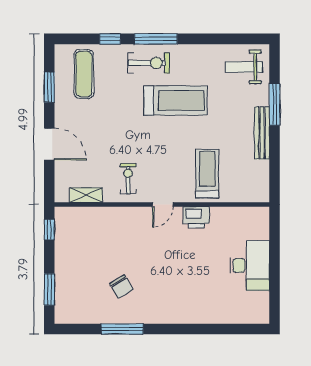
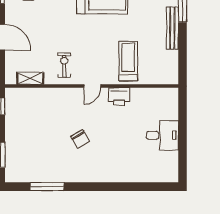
desk: (250, 266) -> (162, 135), width x0.73
chair: (121, 287) -> (80, 139), moved
window: (122, 329) -> (47, 187), moved

